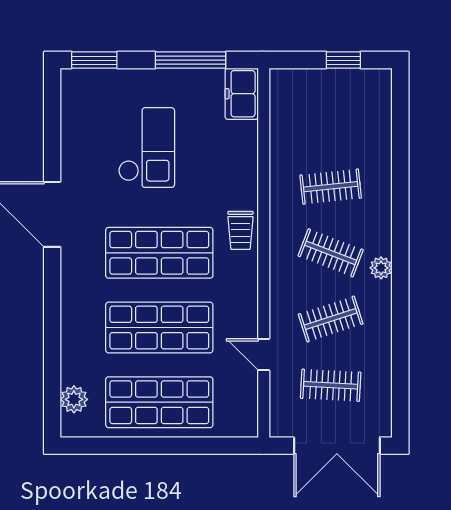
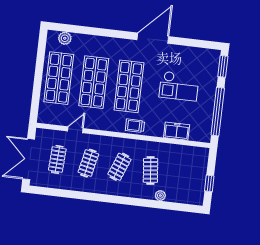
window: (191, 60) -> (218, 112), width x1.46
freezer: (242, 94) -> (177, 131), moved
plant: (381, 268) -> (160, 196), moved
clothes rail: (331, 319) -> (88, 163), turned 30

